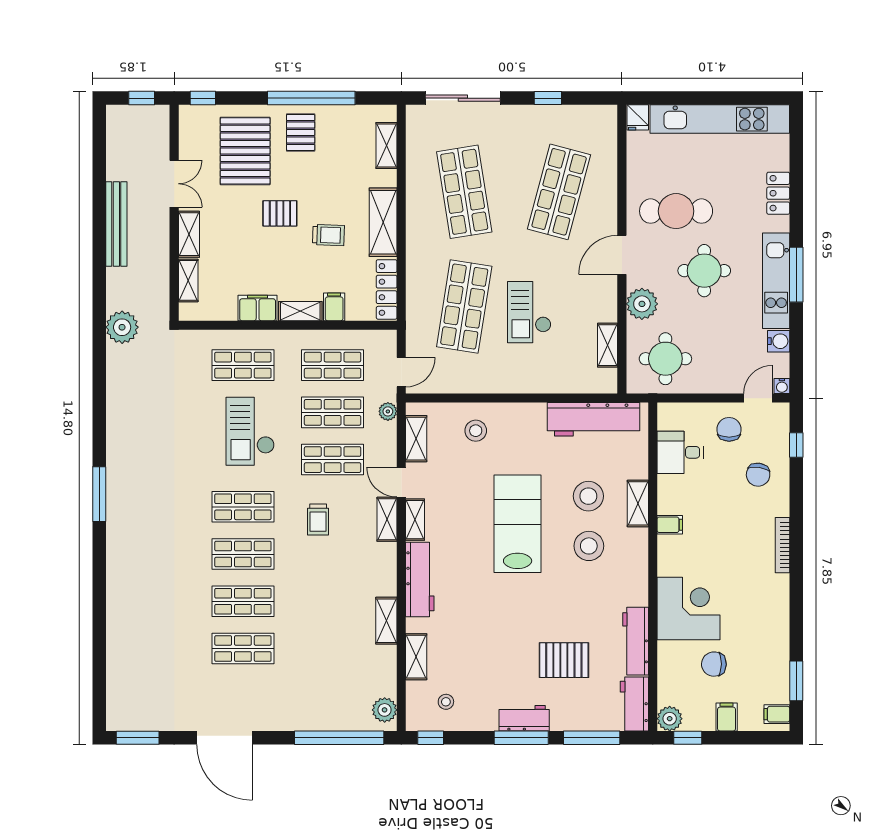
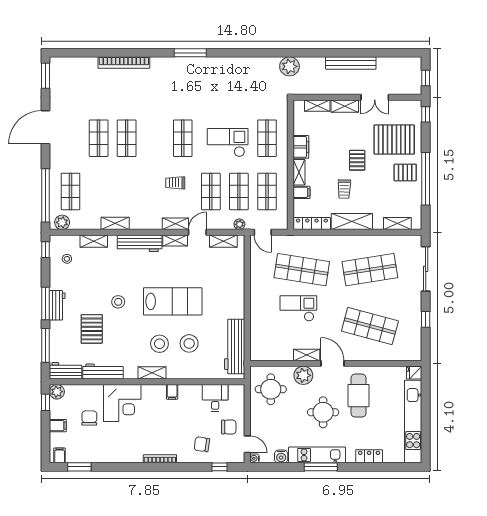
shelving: (608, 345) -> (307, 355), moved
stool: (476, 431) -> (118, 302), moved
shelving: (638, 503) -> (152, 373), moved
shop shelf: (243, 554) -> (71, 191), moved
bookcase: (116, 606) -> (124, 63), added

